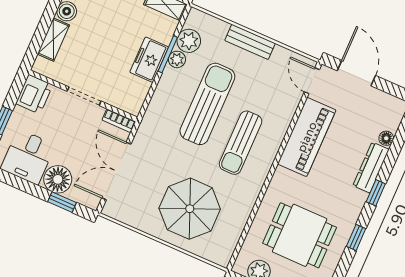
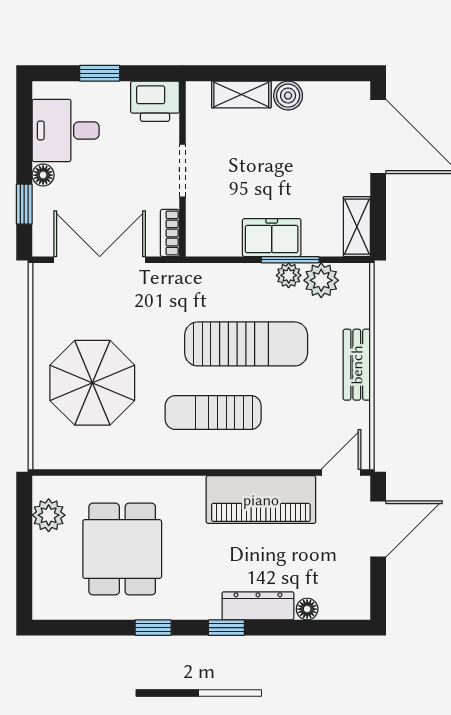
floor lamp: (58, 179) -> (43, 175), width x0.53, depth x0.53

